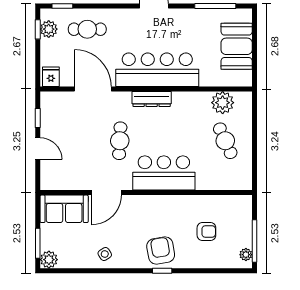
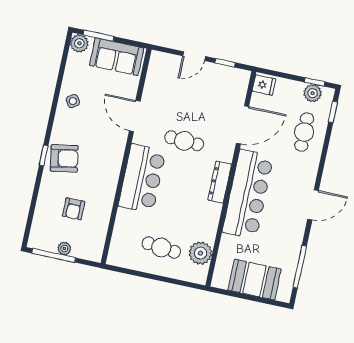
cafe table: (225, 141) -> (161, 248), turned 30
sofa: (64, 209) -> (117, 57), moved, turned -90
plant: (246, 255) -> (64, 249), moved

